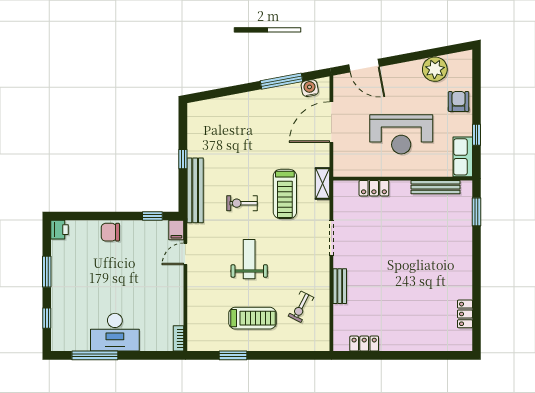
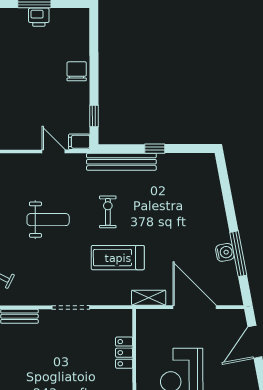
water cooler: (310, 88) -> (225, 252), moved
shelving: (323, 184) -> (149, 298), moved
printer: (60, 230) -> (39, 17), moved

